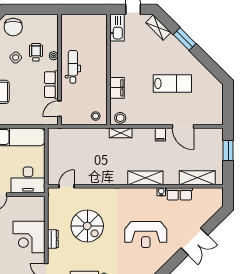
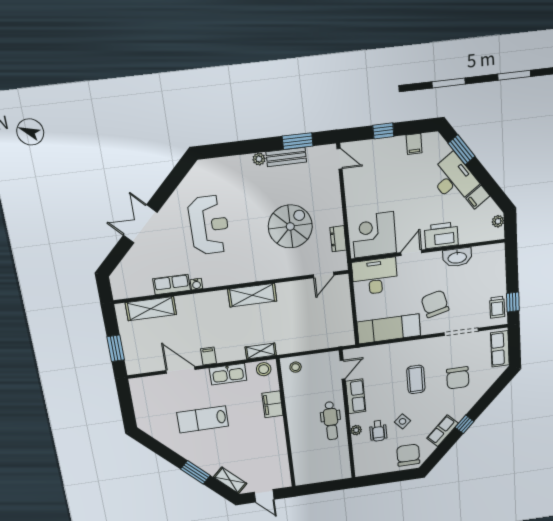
kitchen sink: (117, 28) -> (228, 374), moved, turned -90
shelving: (145, 178) -> (252, 295), moved
spiral stairs: (87, 226) -> (290, 226), turned 90
reception desk: (146, 234) -> (209, 225), turned 90
corner desk: (29, 237) -> (374, 235), moved, turned -90
dresser: (53, 239) -> (338, 239), moved

